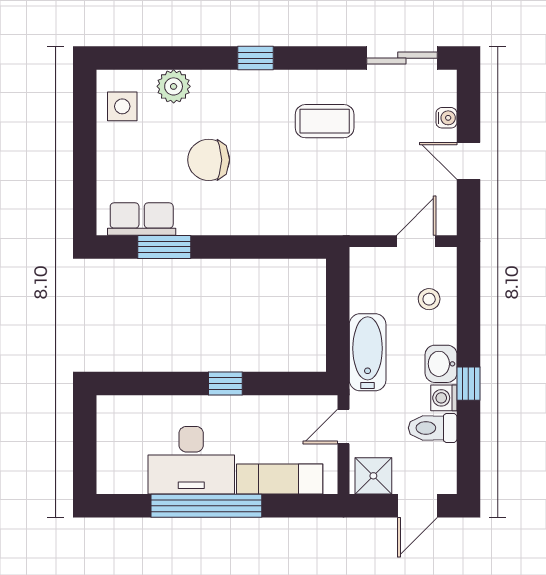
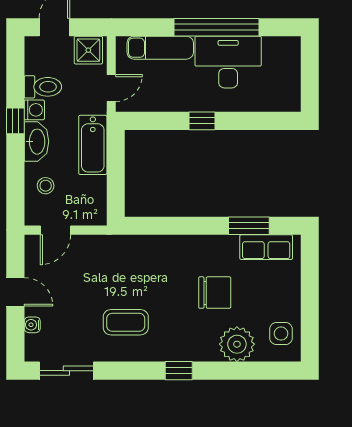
plant: (174, 86) -> (237, 344), width x1.36, depth x1.36
washbasin: (441, 364) -> (36, 142), width x1.38

